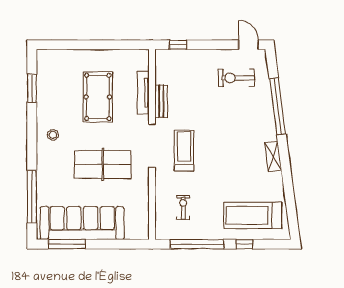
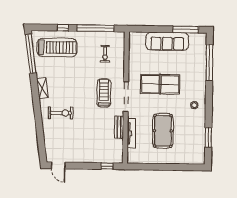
exercise bike: (236, 78) -> (61, 113), moved
window: (278, 106) -> (31, 54), moved
treadmill: (184, 151) -> (104, 93), turned 180
sofa: (82, 223) -> (167, 41), width x0.74, depth x0.79

